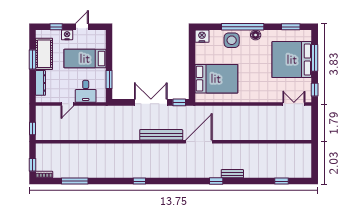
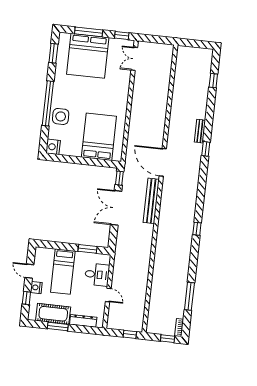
floor lamp: (256, 35) -> (58, 91), removed

